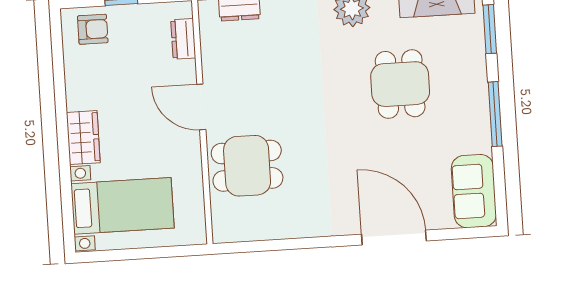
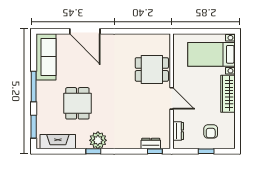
armchair: (93, 29) -> (211, 131), moved, turned -90
wardrobe: (83, 138) -> (228, 94), width x1.50
sofa: (474, 191) -> (46, 57), width x1.36

